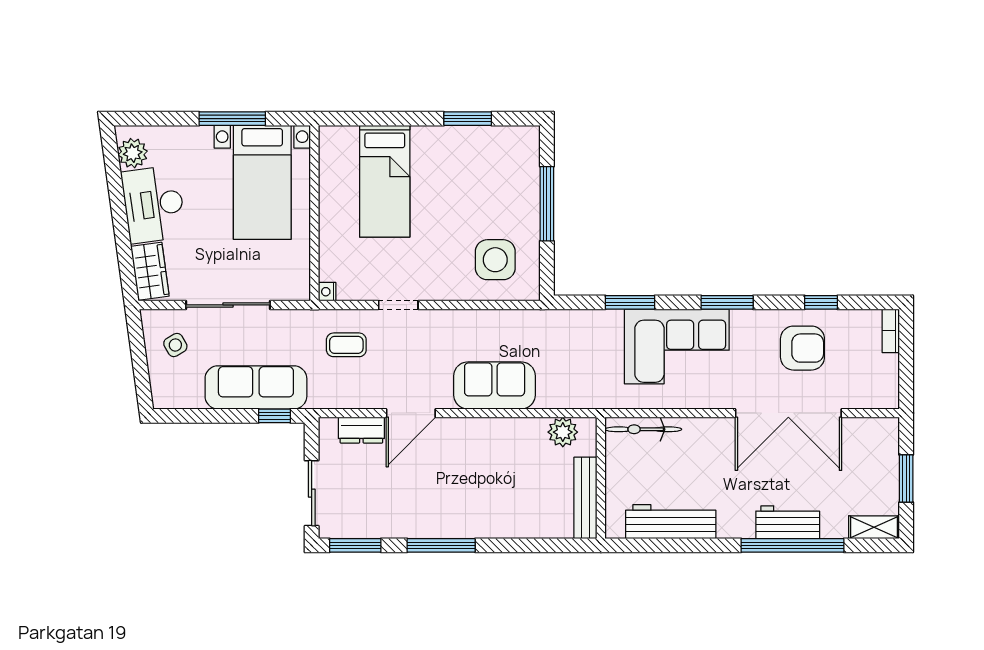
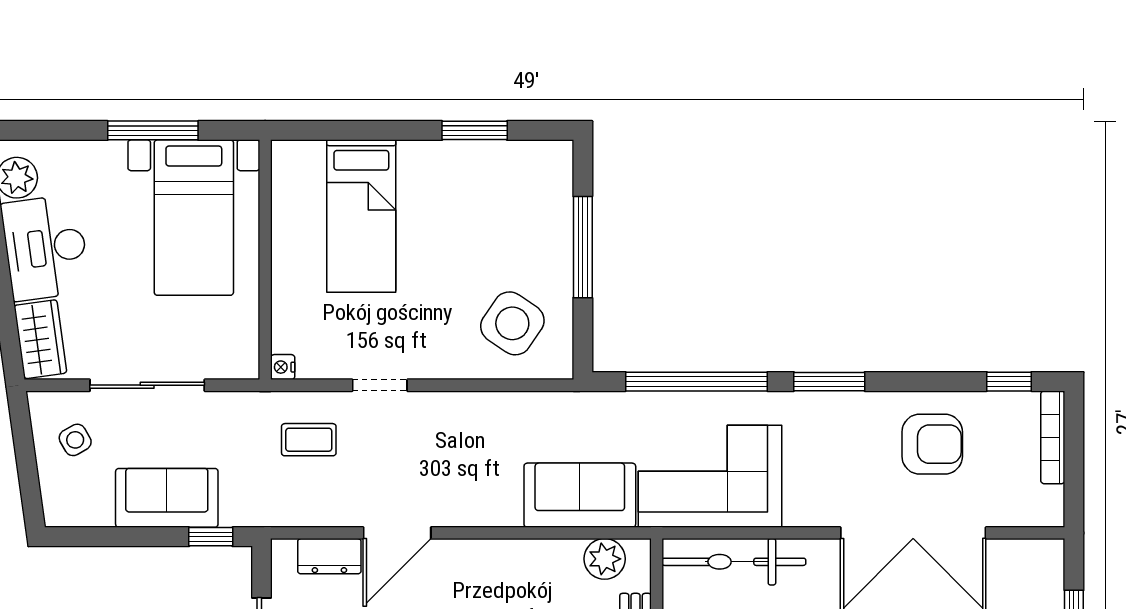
side table: (495, 260) -> (512, 323), turned 34
window: (630, 302) -> (696, 382), width x2.11
window: (821, 302) -> (1009, 382), moved
bookcase: (891, 331) -> (1053, 437), width x1.56
corner sofa: (677, 346) -> (710, 476), moved, turned 180
sofa: (495, 385) -> (580, 495), moved
sofa: (256, 387) -> (167, 498), width x0.73
bicycle: (643, 429) -> (734, 562), width x1.37, depth x1.40

